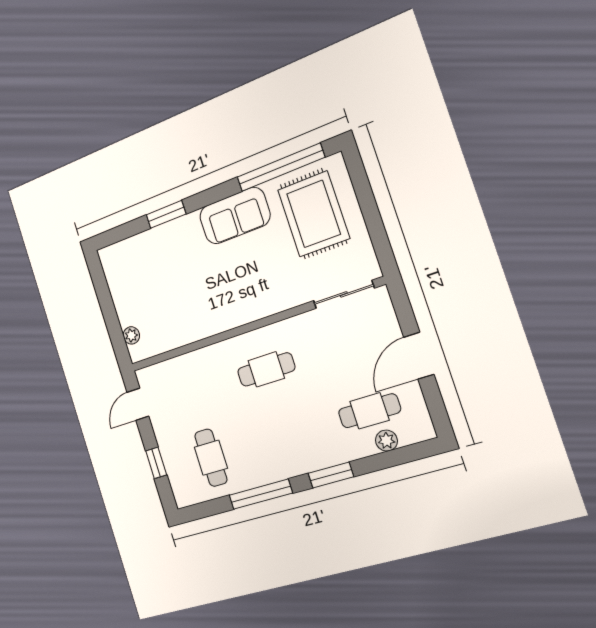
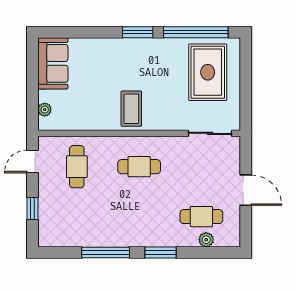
window: (166, 214) -> (138, 32), moved
sofa: (235, 216) -> (53, 63), moved, turned -90
coffee table: (232, 298) -> (131, 109), added
door: (419, 356) -> (246, 190), swing flipped
cafe table: (211, 458) -> (77, 167), moved

